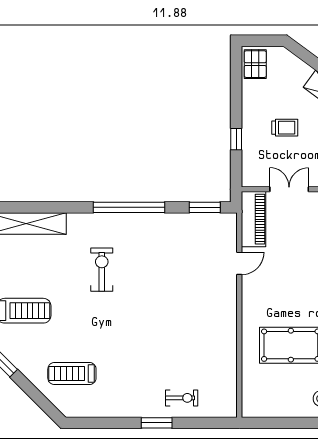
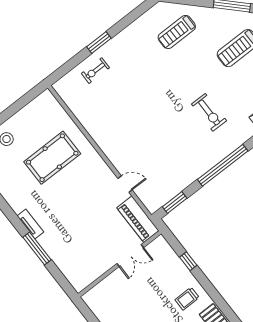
trolley: (285, 128) -> (187, 299), moved
door: (239, 263) -> (125, 184), swing flipped
treadmill: (72, 374) -> (177, 32), turned 180

